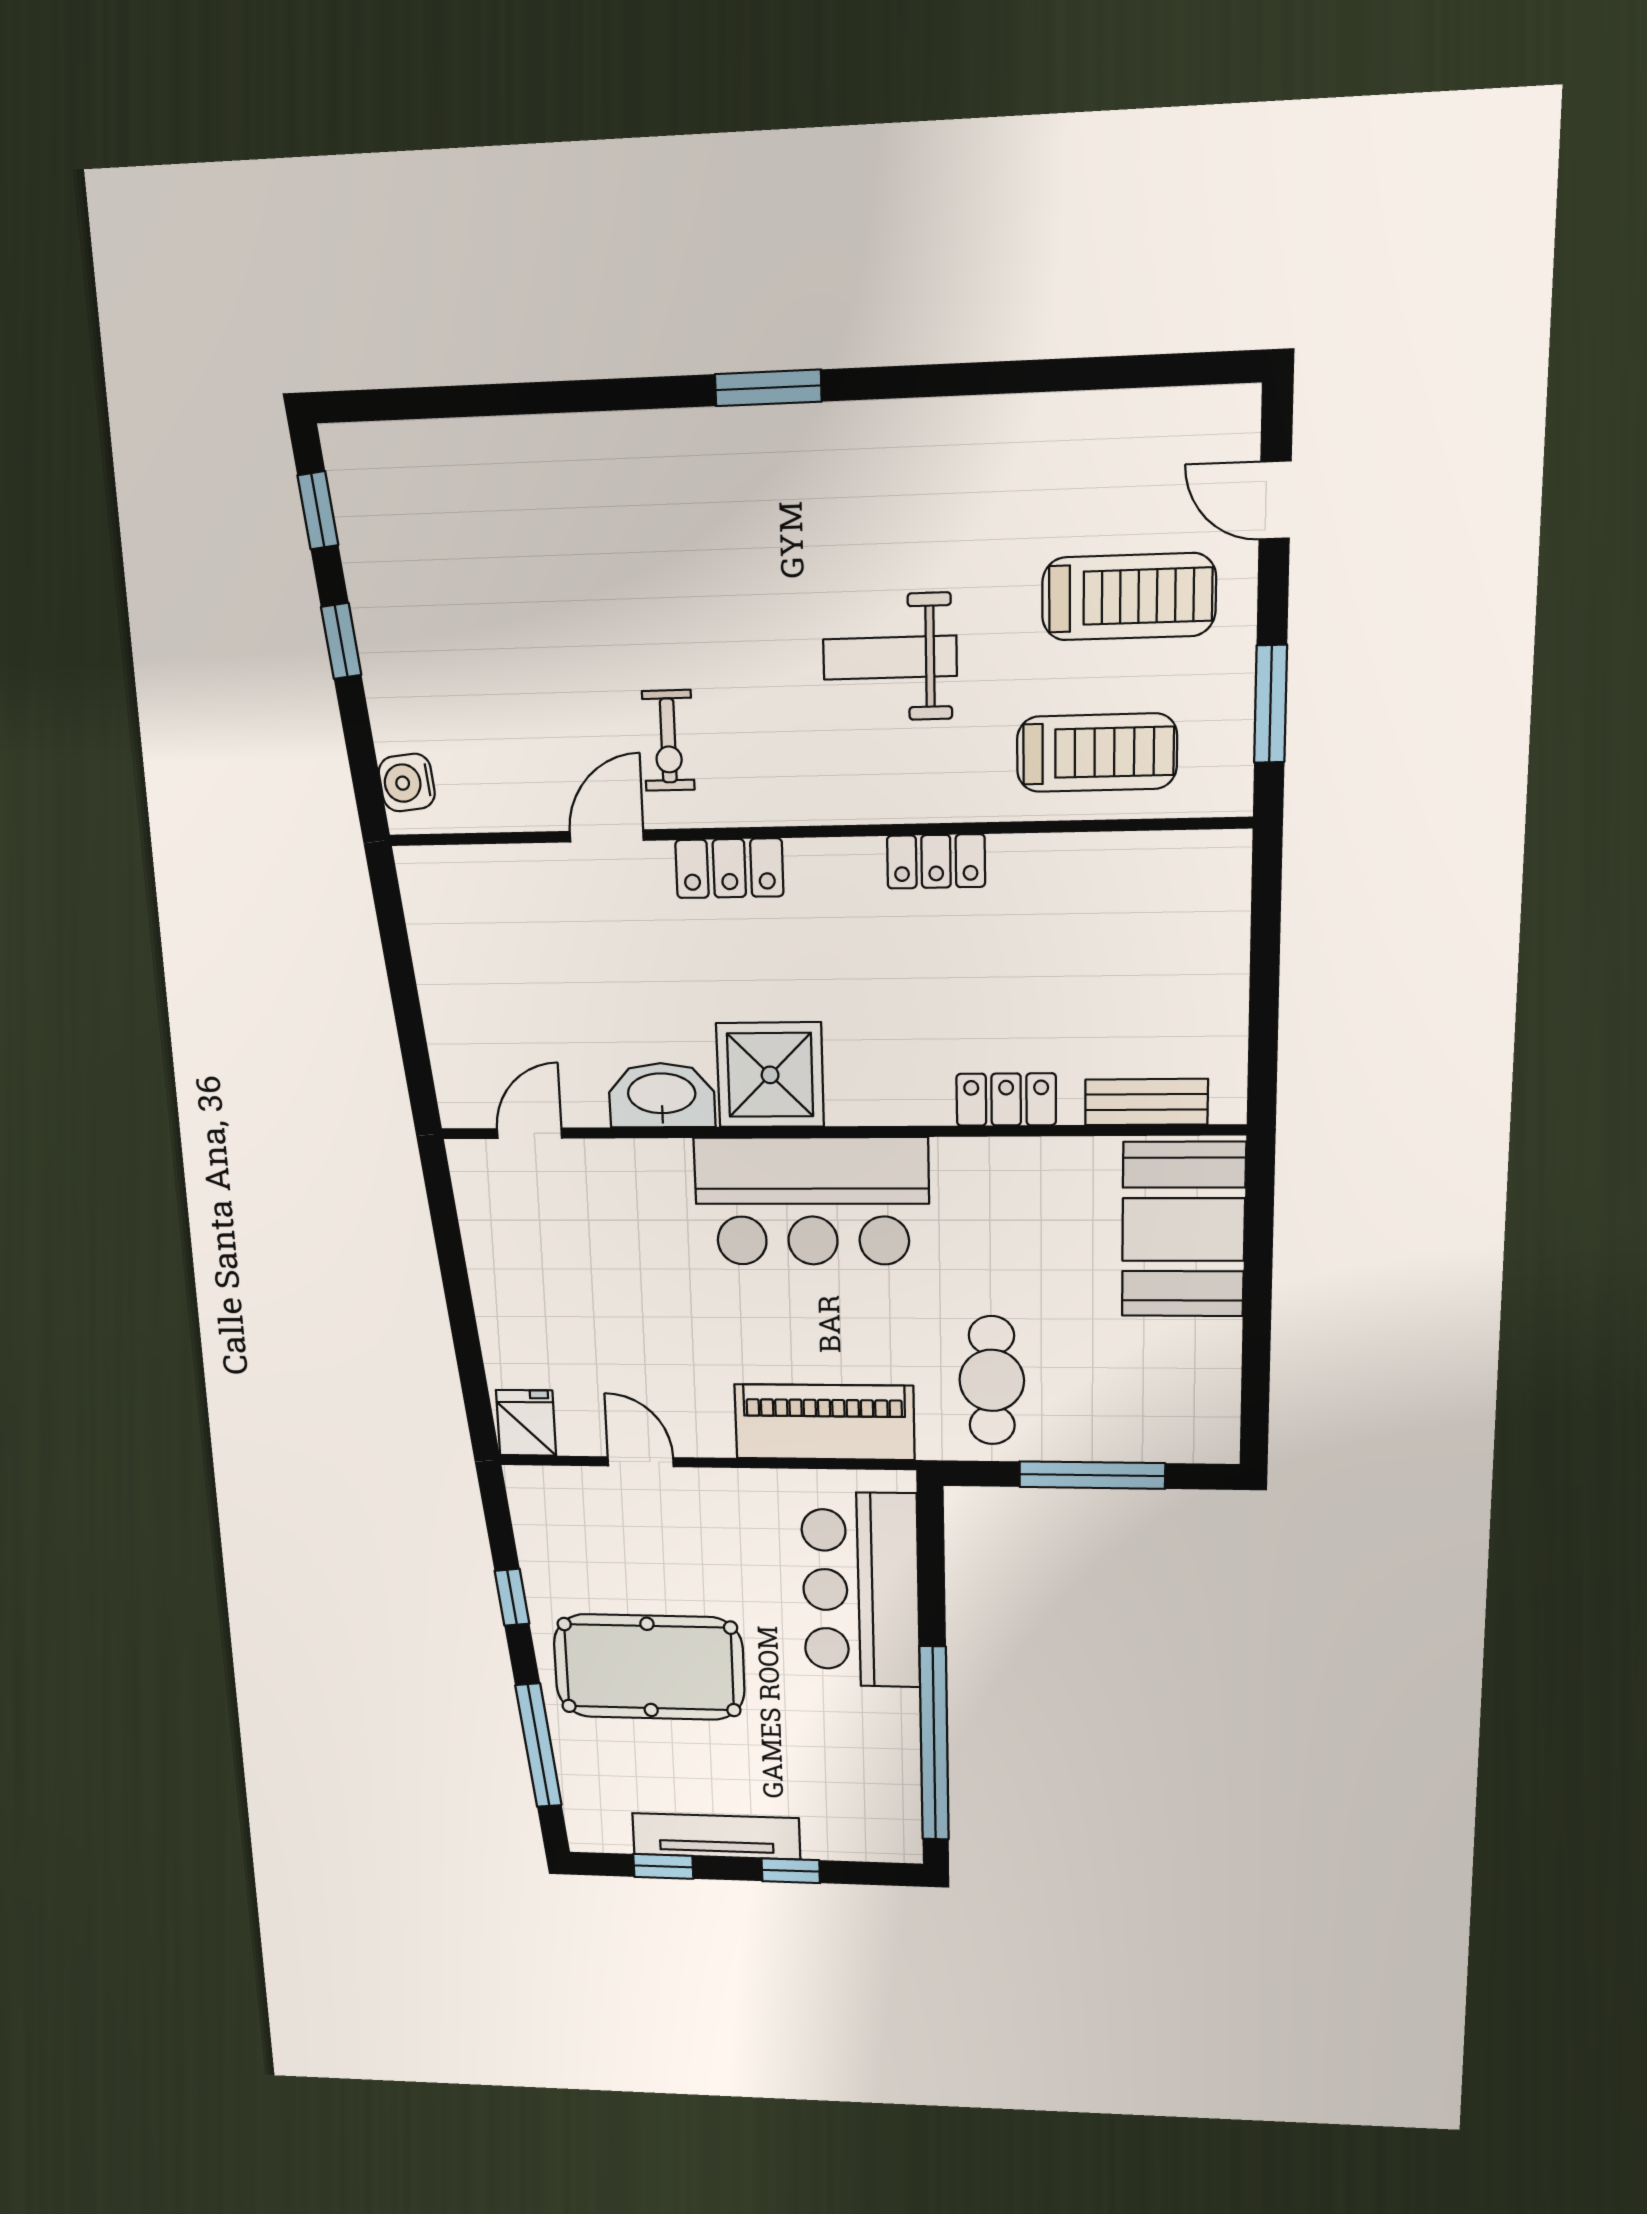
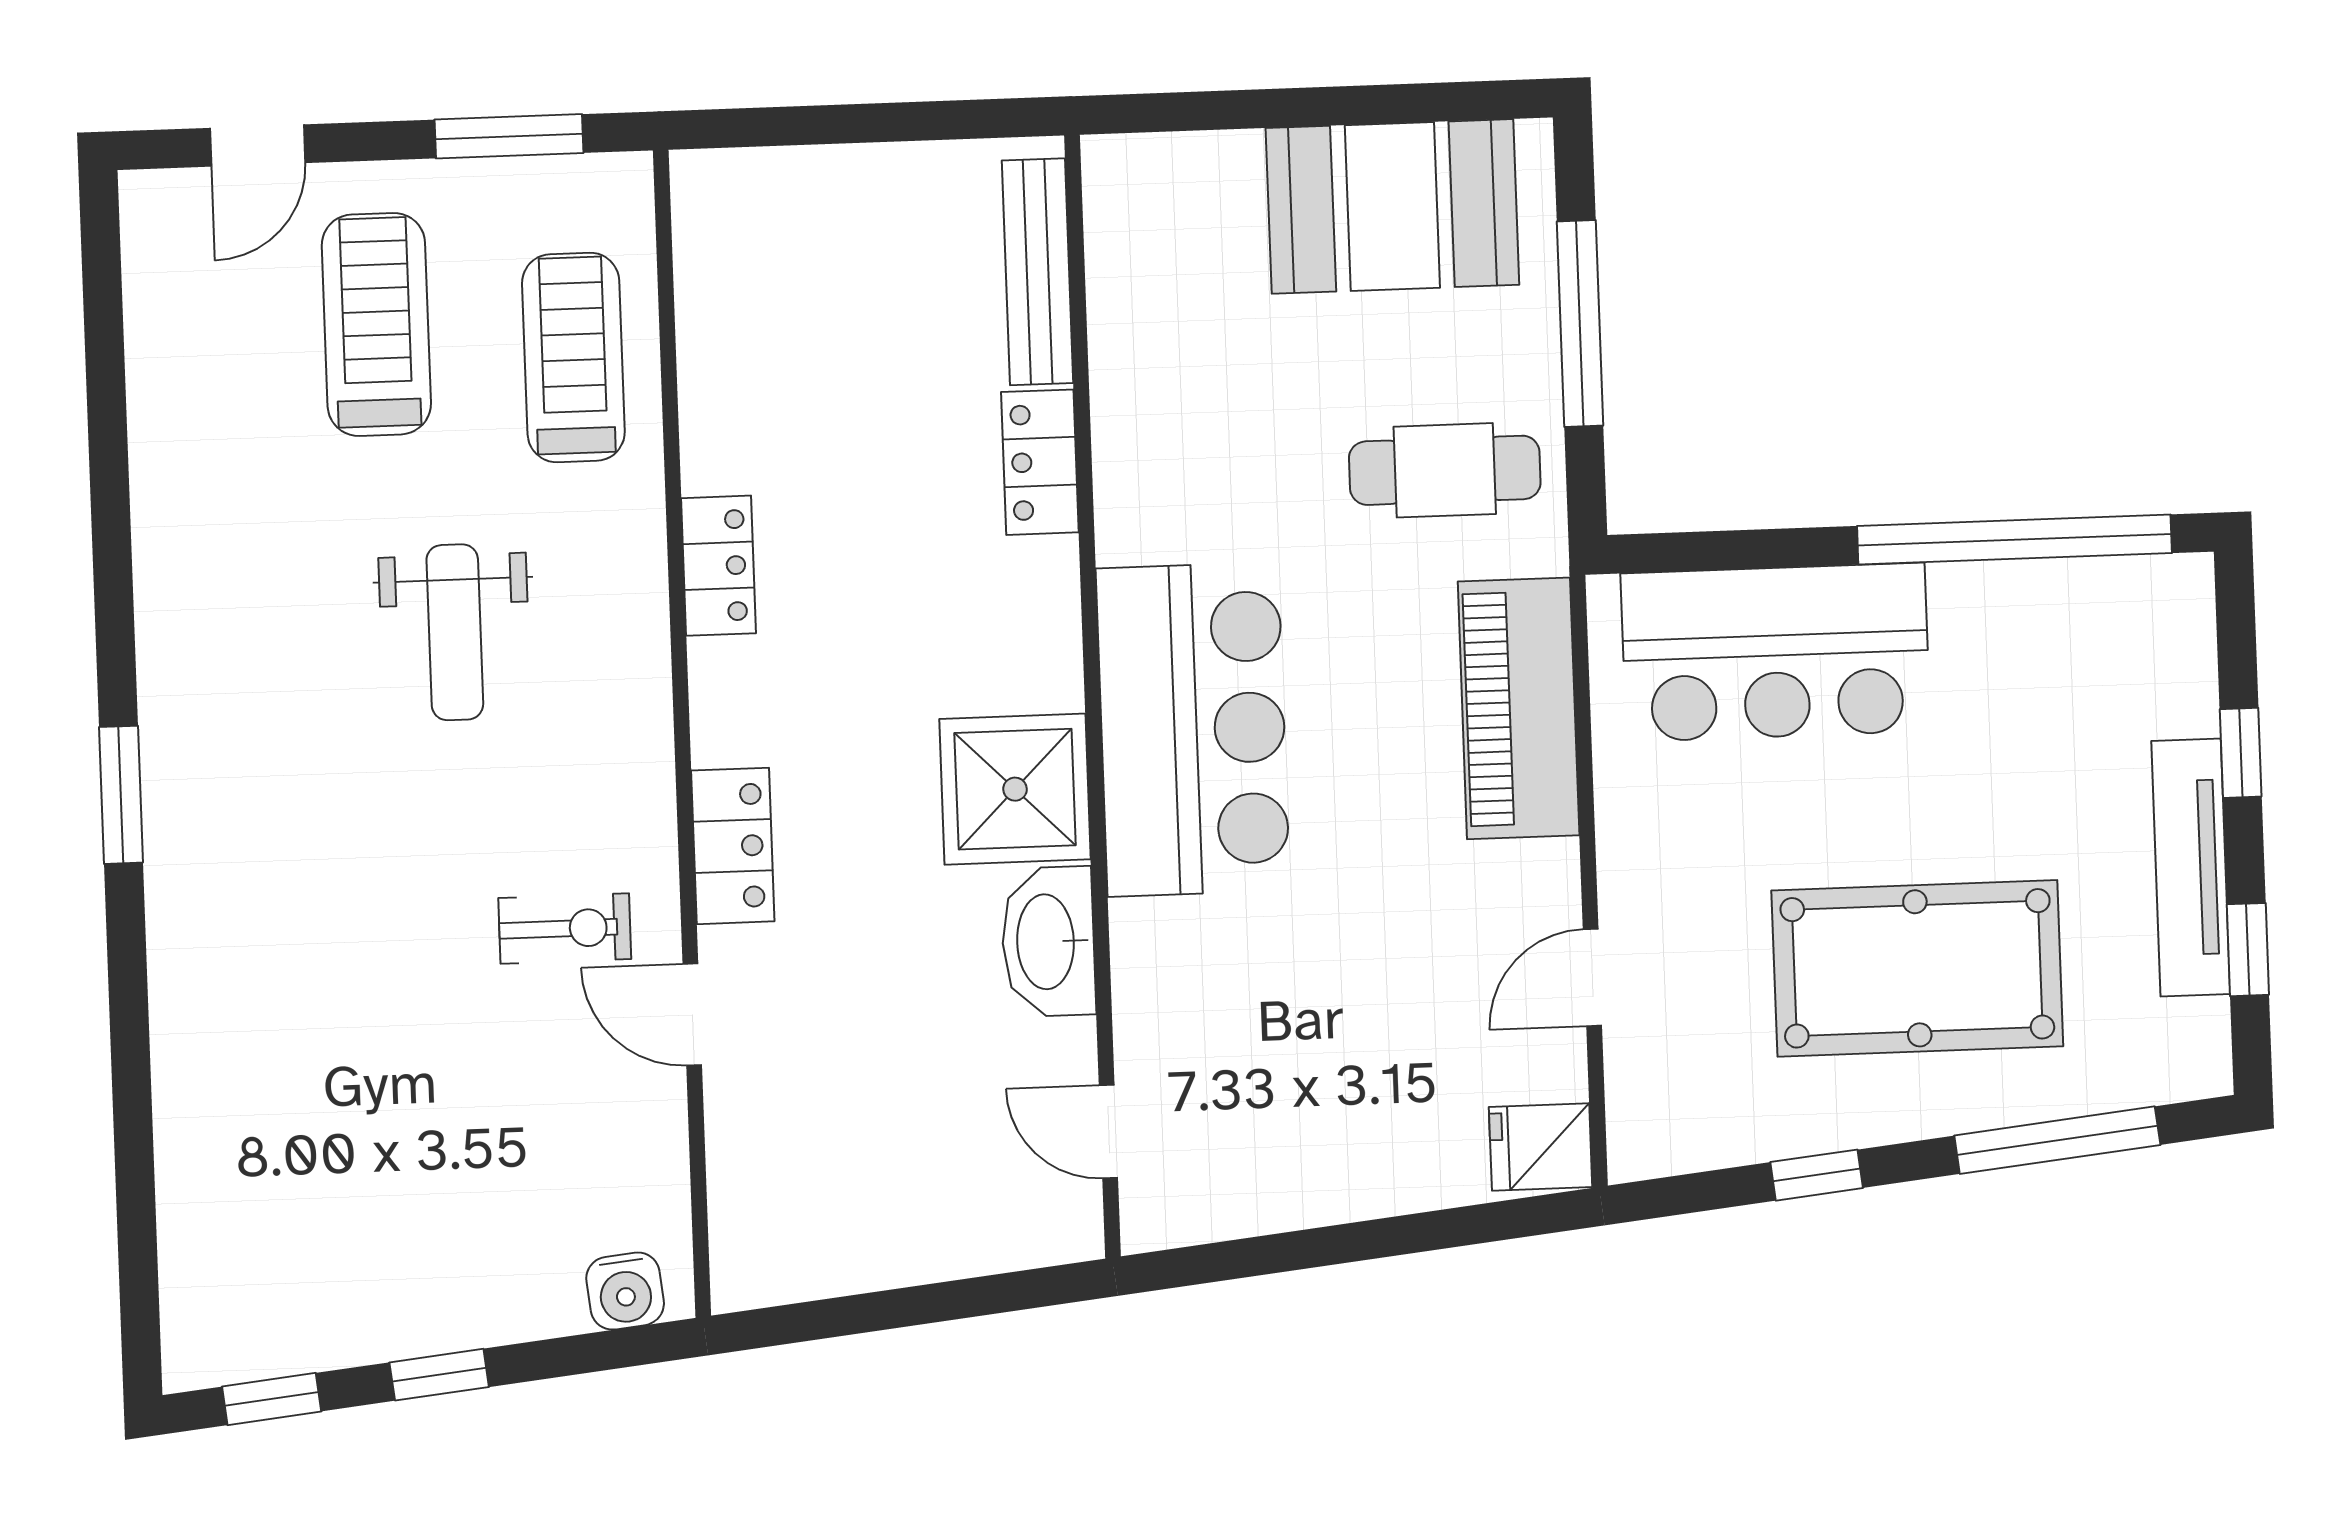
bench: (1146, 1102) -> (1038, 272), width x1.36
booth: (1183, 1230) -> (1392, 206), moved
pool table: (649, 1667) -> (1917, 968), turned 90

